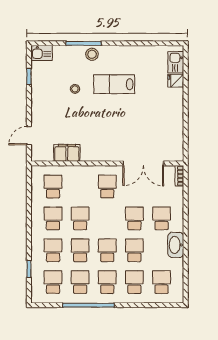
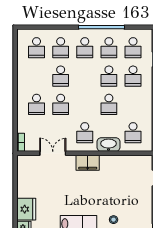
fridge: (173, 101) -> (26, 209), added
filing cabinet: (67, 153) -> (88, 163), moved
double door: (143, 163) -> (53, 153), width x0.73
school desk: (53, 218) -> (133, 104), removed
washbasin: (176, 245) -> (108, 145), moved, turned -90
school desk: (107, 250) -> (85, 76), removed

